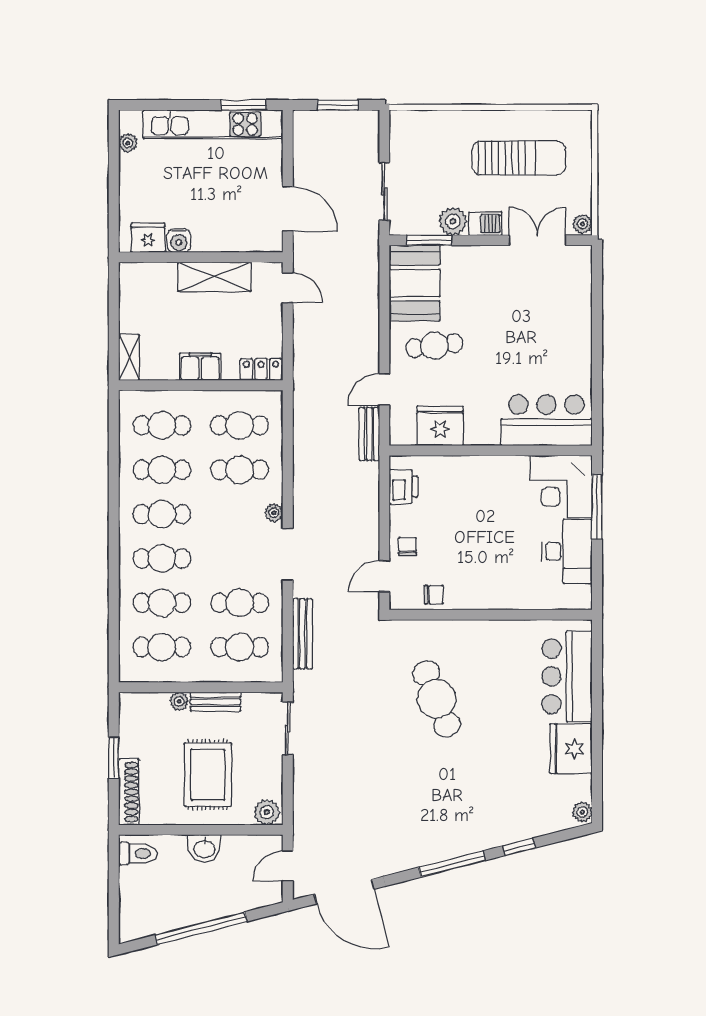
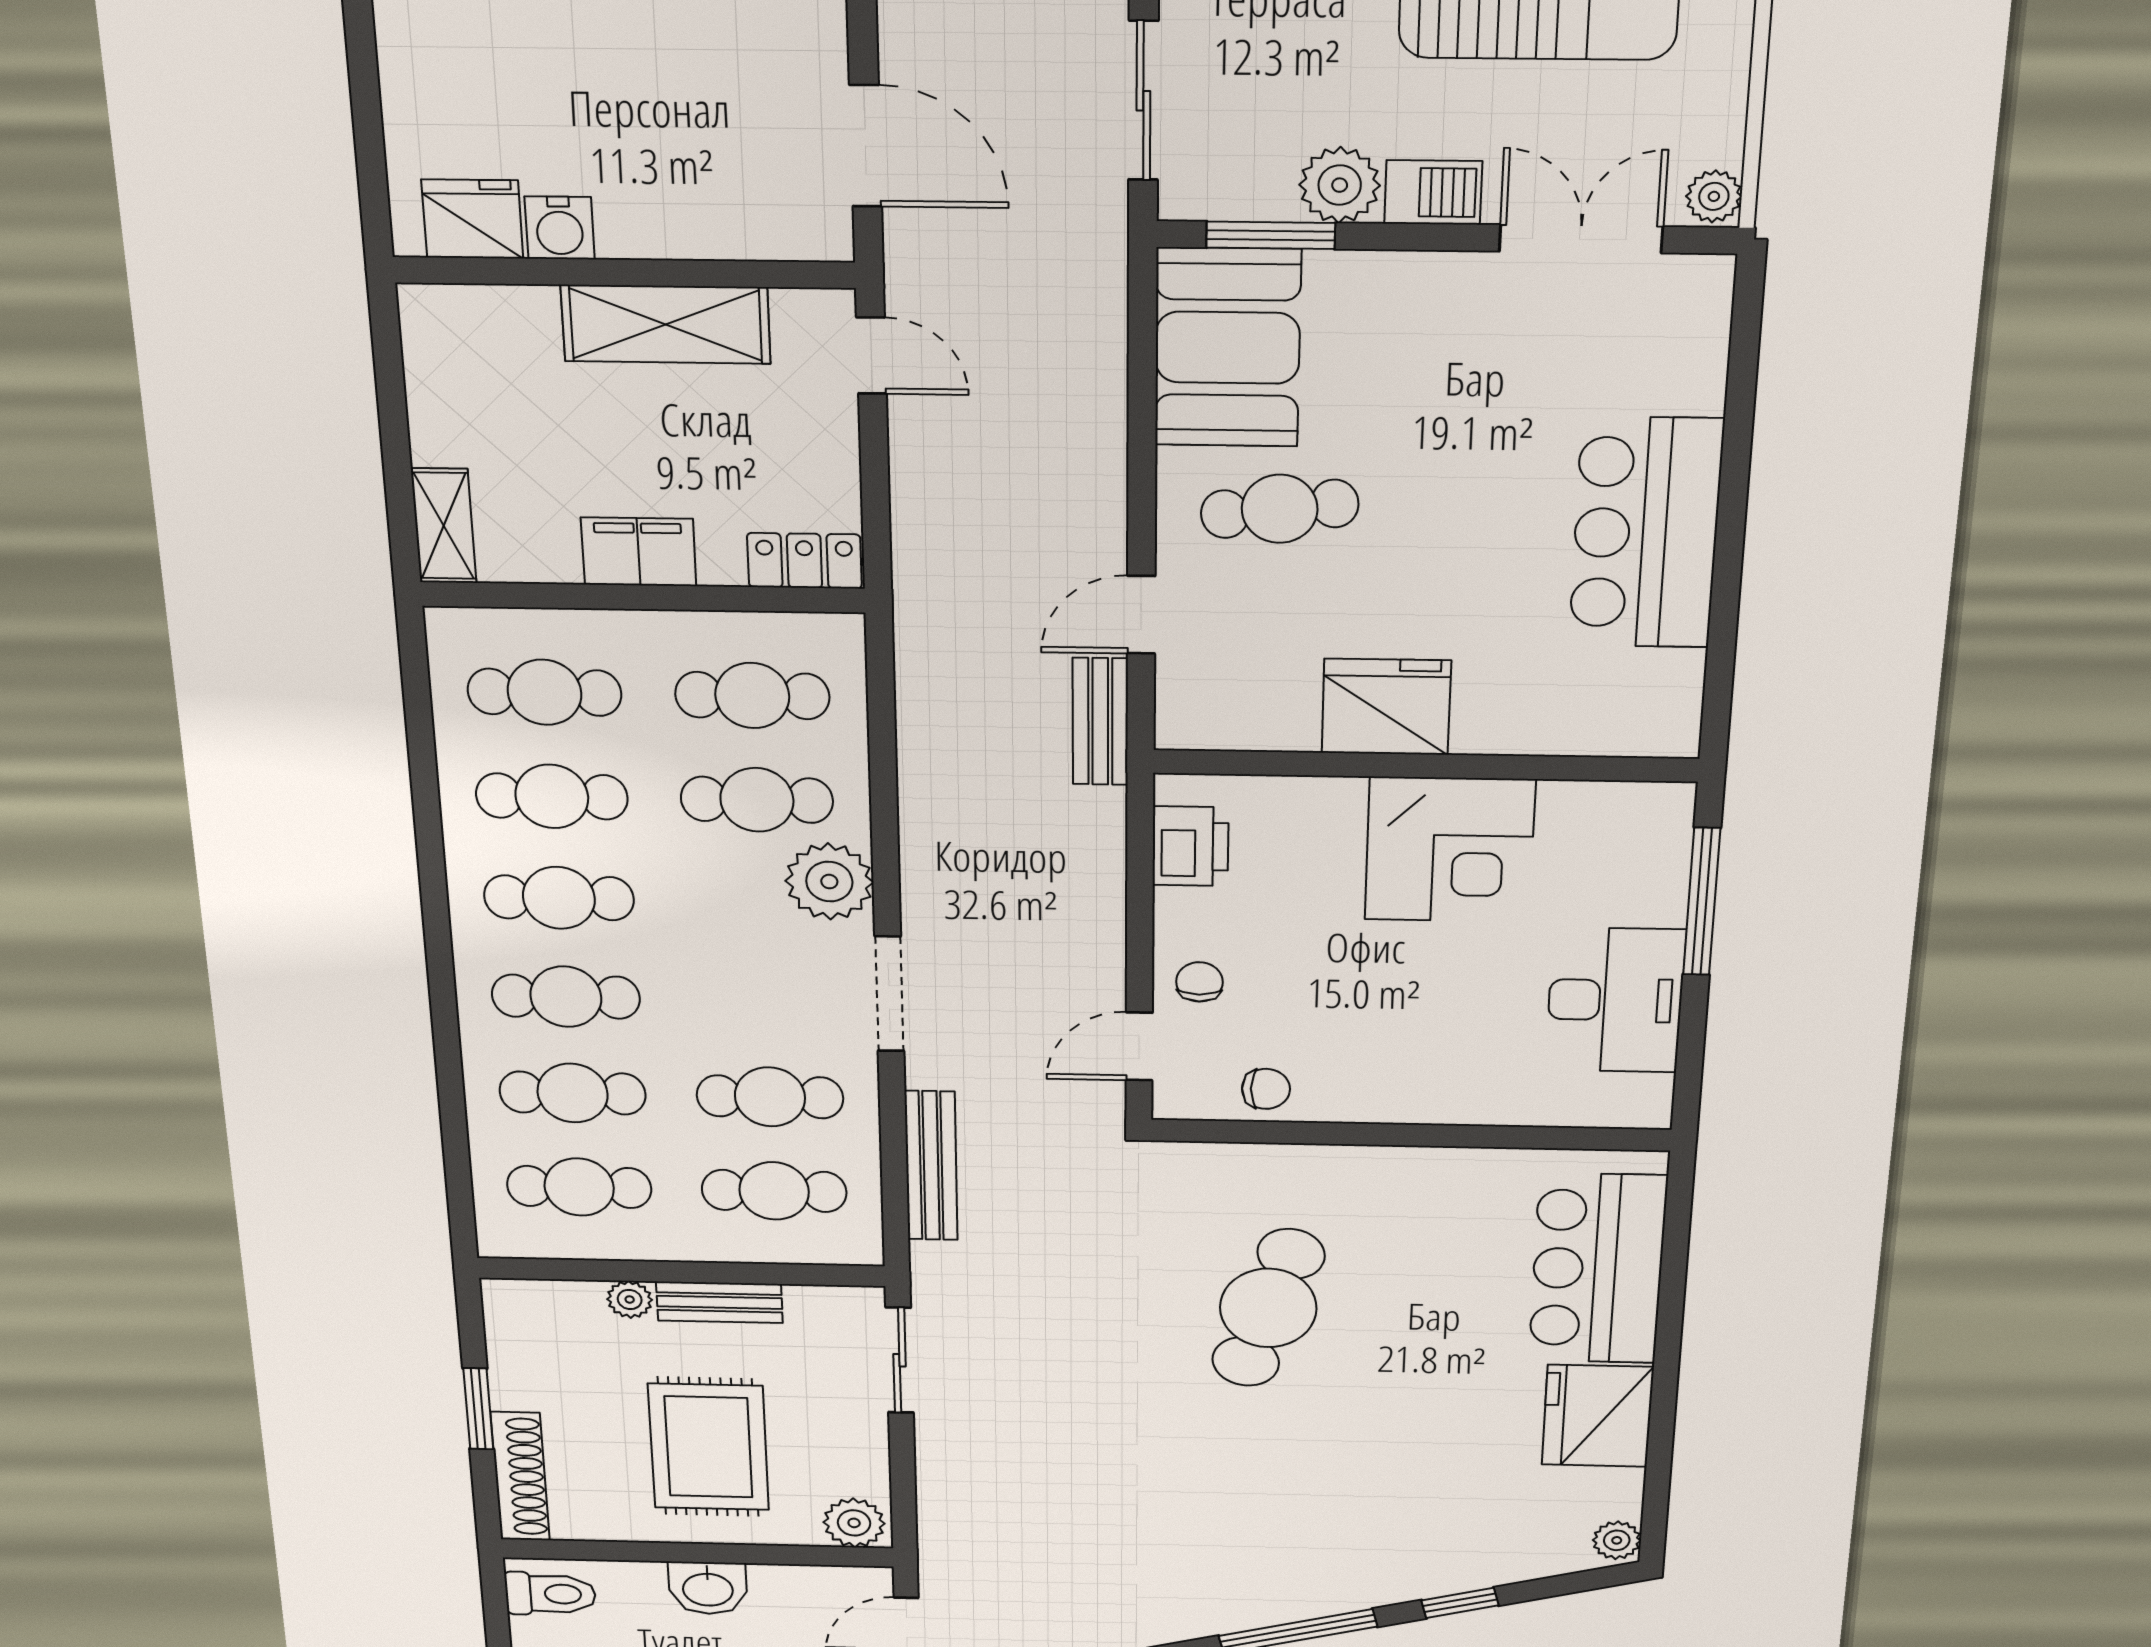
bar counter: (546, 420) -> (1646, 533), moved, turned -90
fridge: (440, 426) -> (1386, 707), moved
corner desk: (561, 486) -> (1450, 850), moved, turned -90
plant: (274, 513) -> (829, 882), width x1.87, depth x1.87
cafe table: (437, 699) -> (1268, 1308), turned 40

